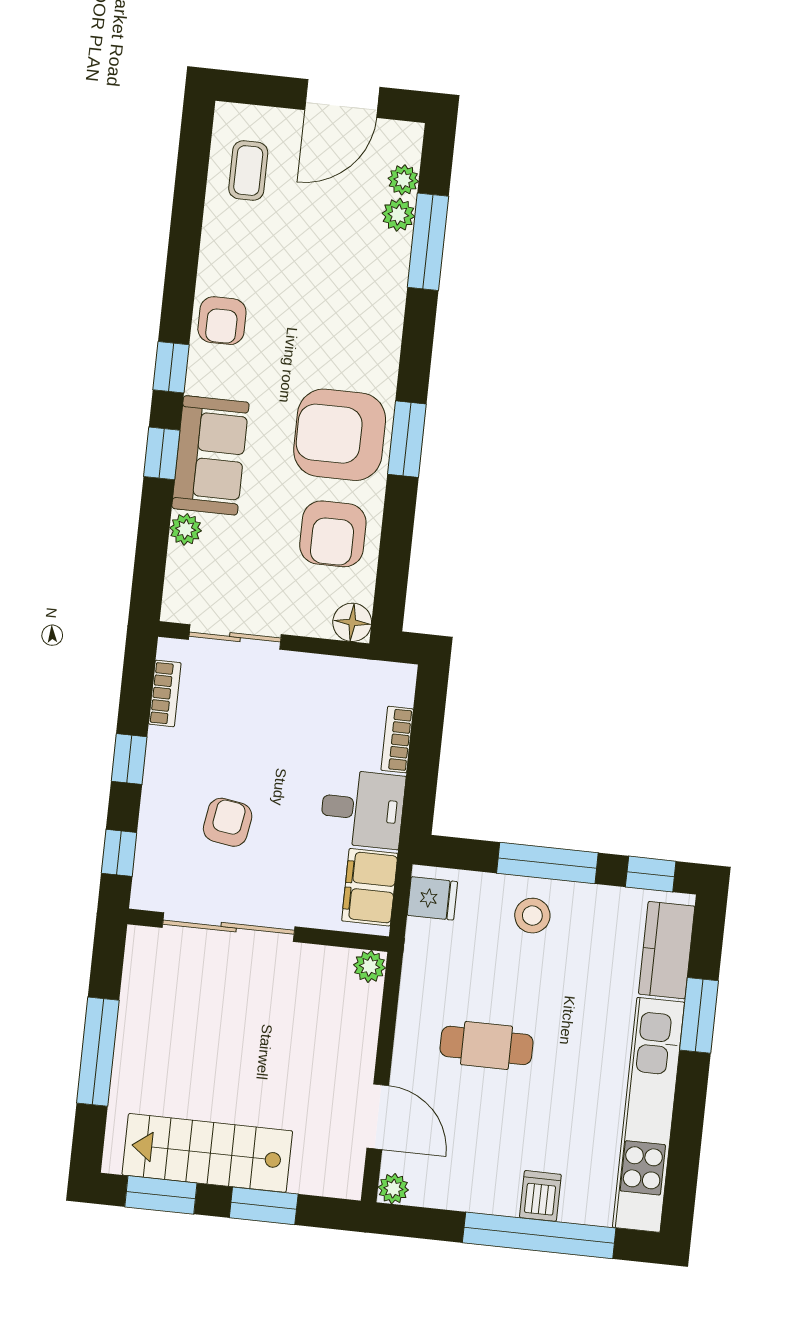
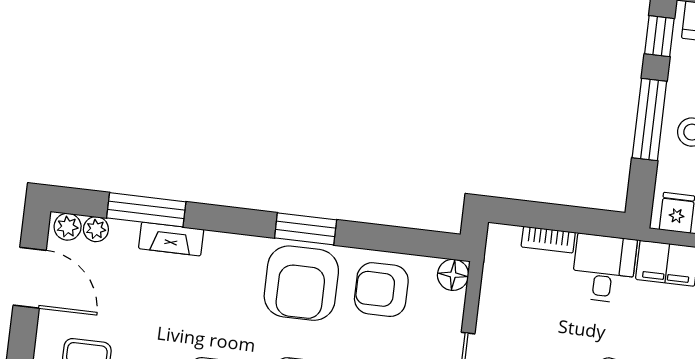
plant: (398, 215) -> (68, 227), moved
fireplace: (392, 273) -> (171, 239), added
armchair: (333, 534) -> (381, 290), turned 180

